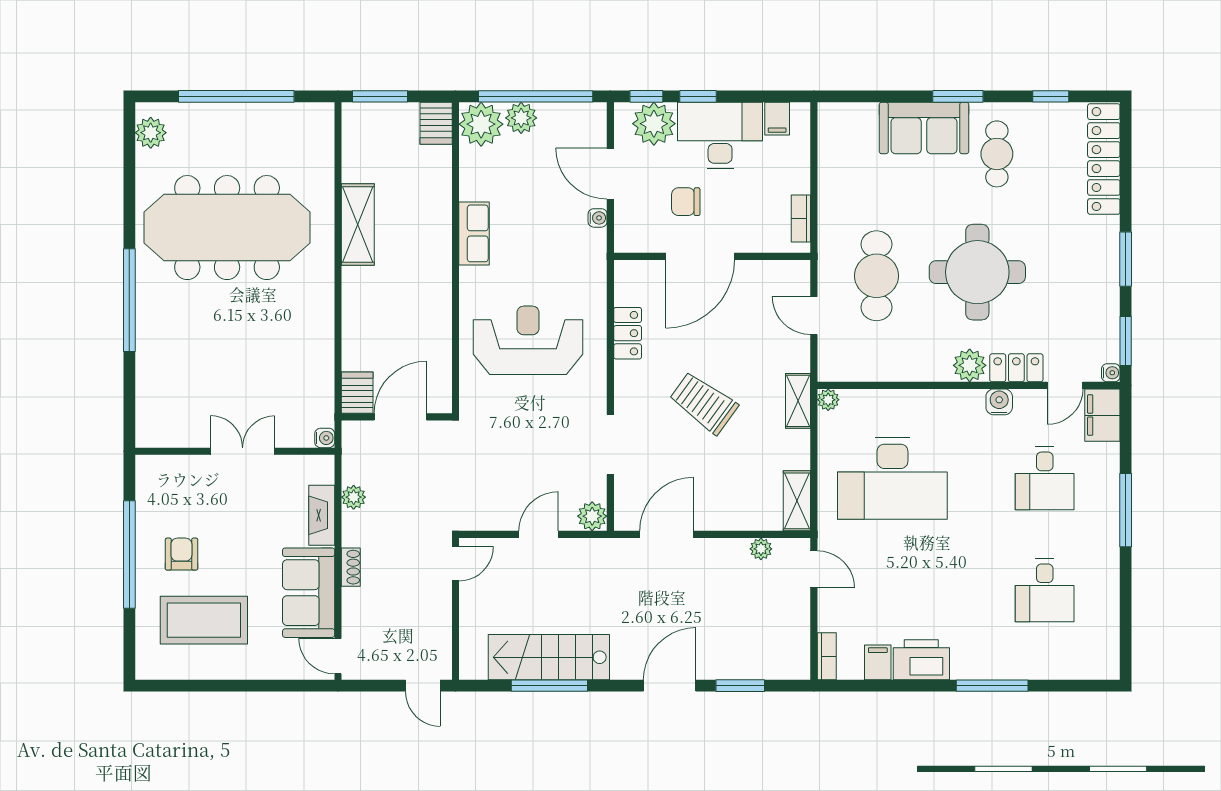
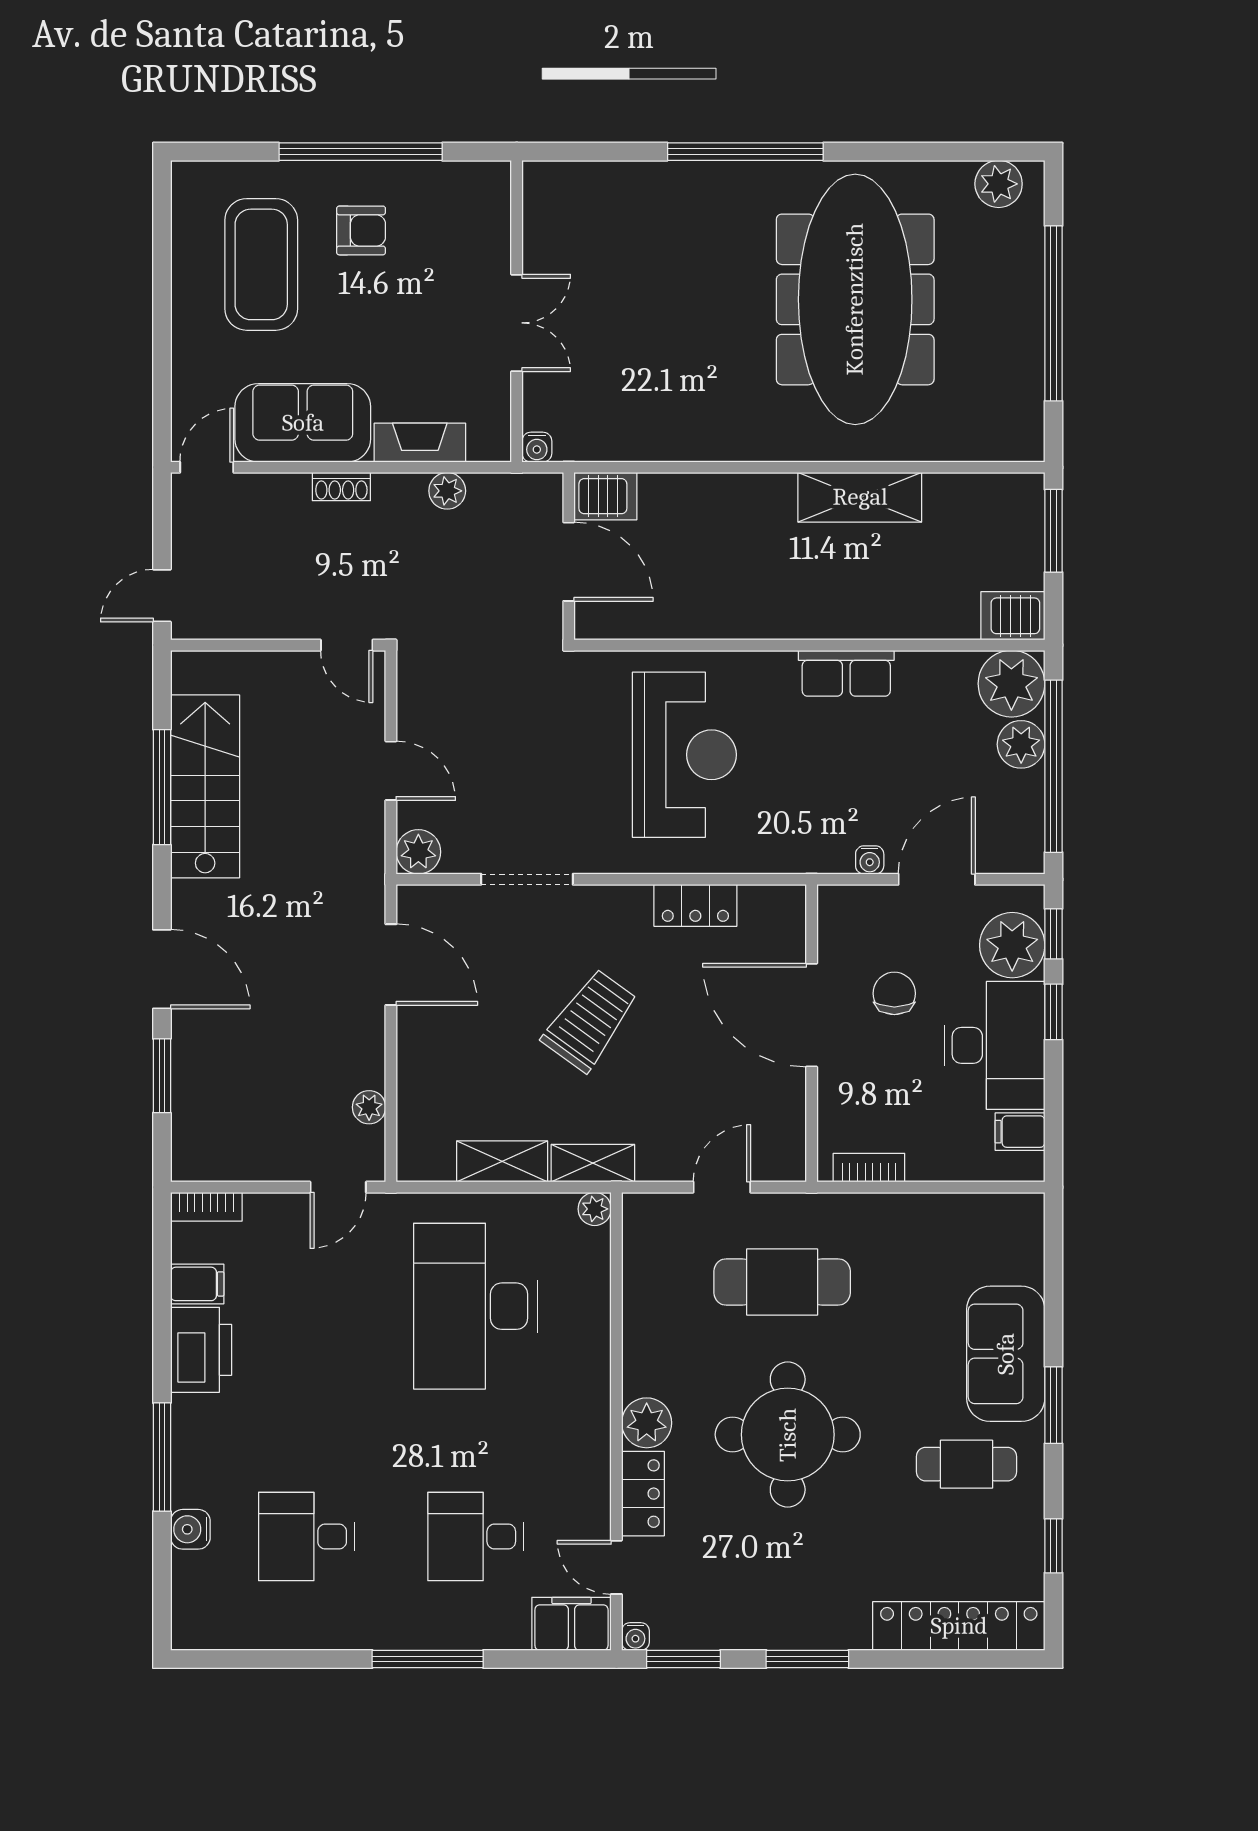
water cooler: (999, 402) -> (190, 1529), moved, turned 180
shelving: (797, 501) -> (502, 1161), moved

